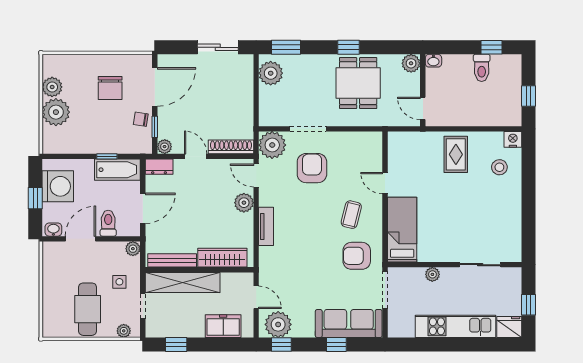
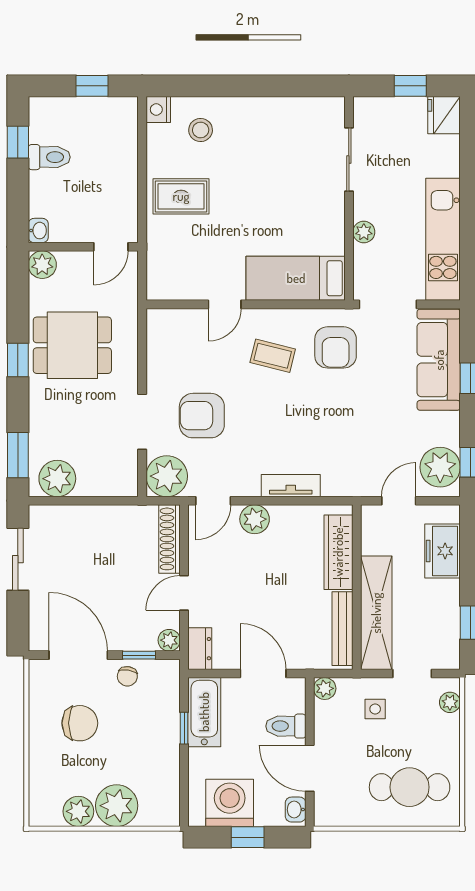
cafe table: (88, 309) -> (410, 787), moved
kitchen unit: (455, 326) -> (443, 239), moved

